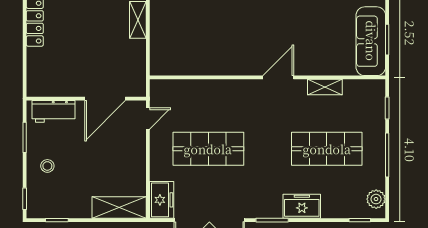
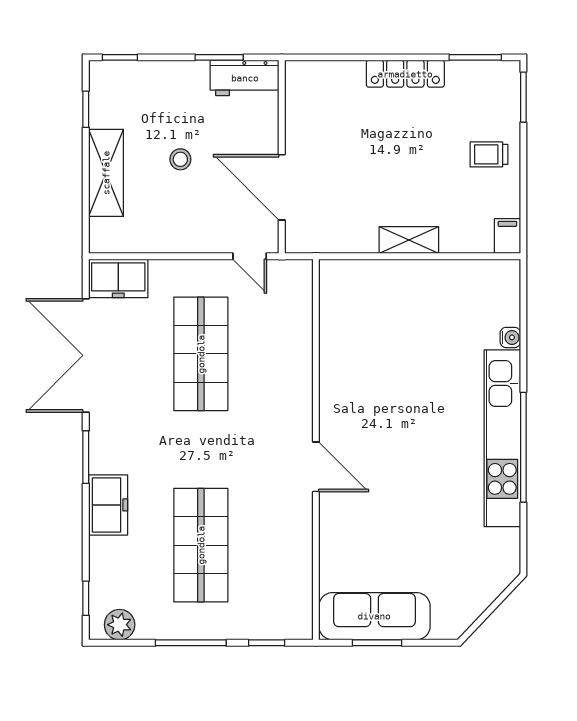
shelving: (325, 87) -> (301, 542), removed
workbench: (53, 111) -> (245, 78), moved, turned -90
stool: (47, 166) -> (180, 159), moved
shelving: (119, 207) -> (106, 173), moved

